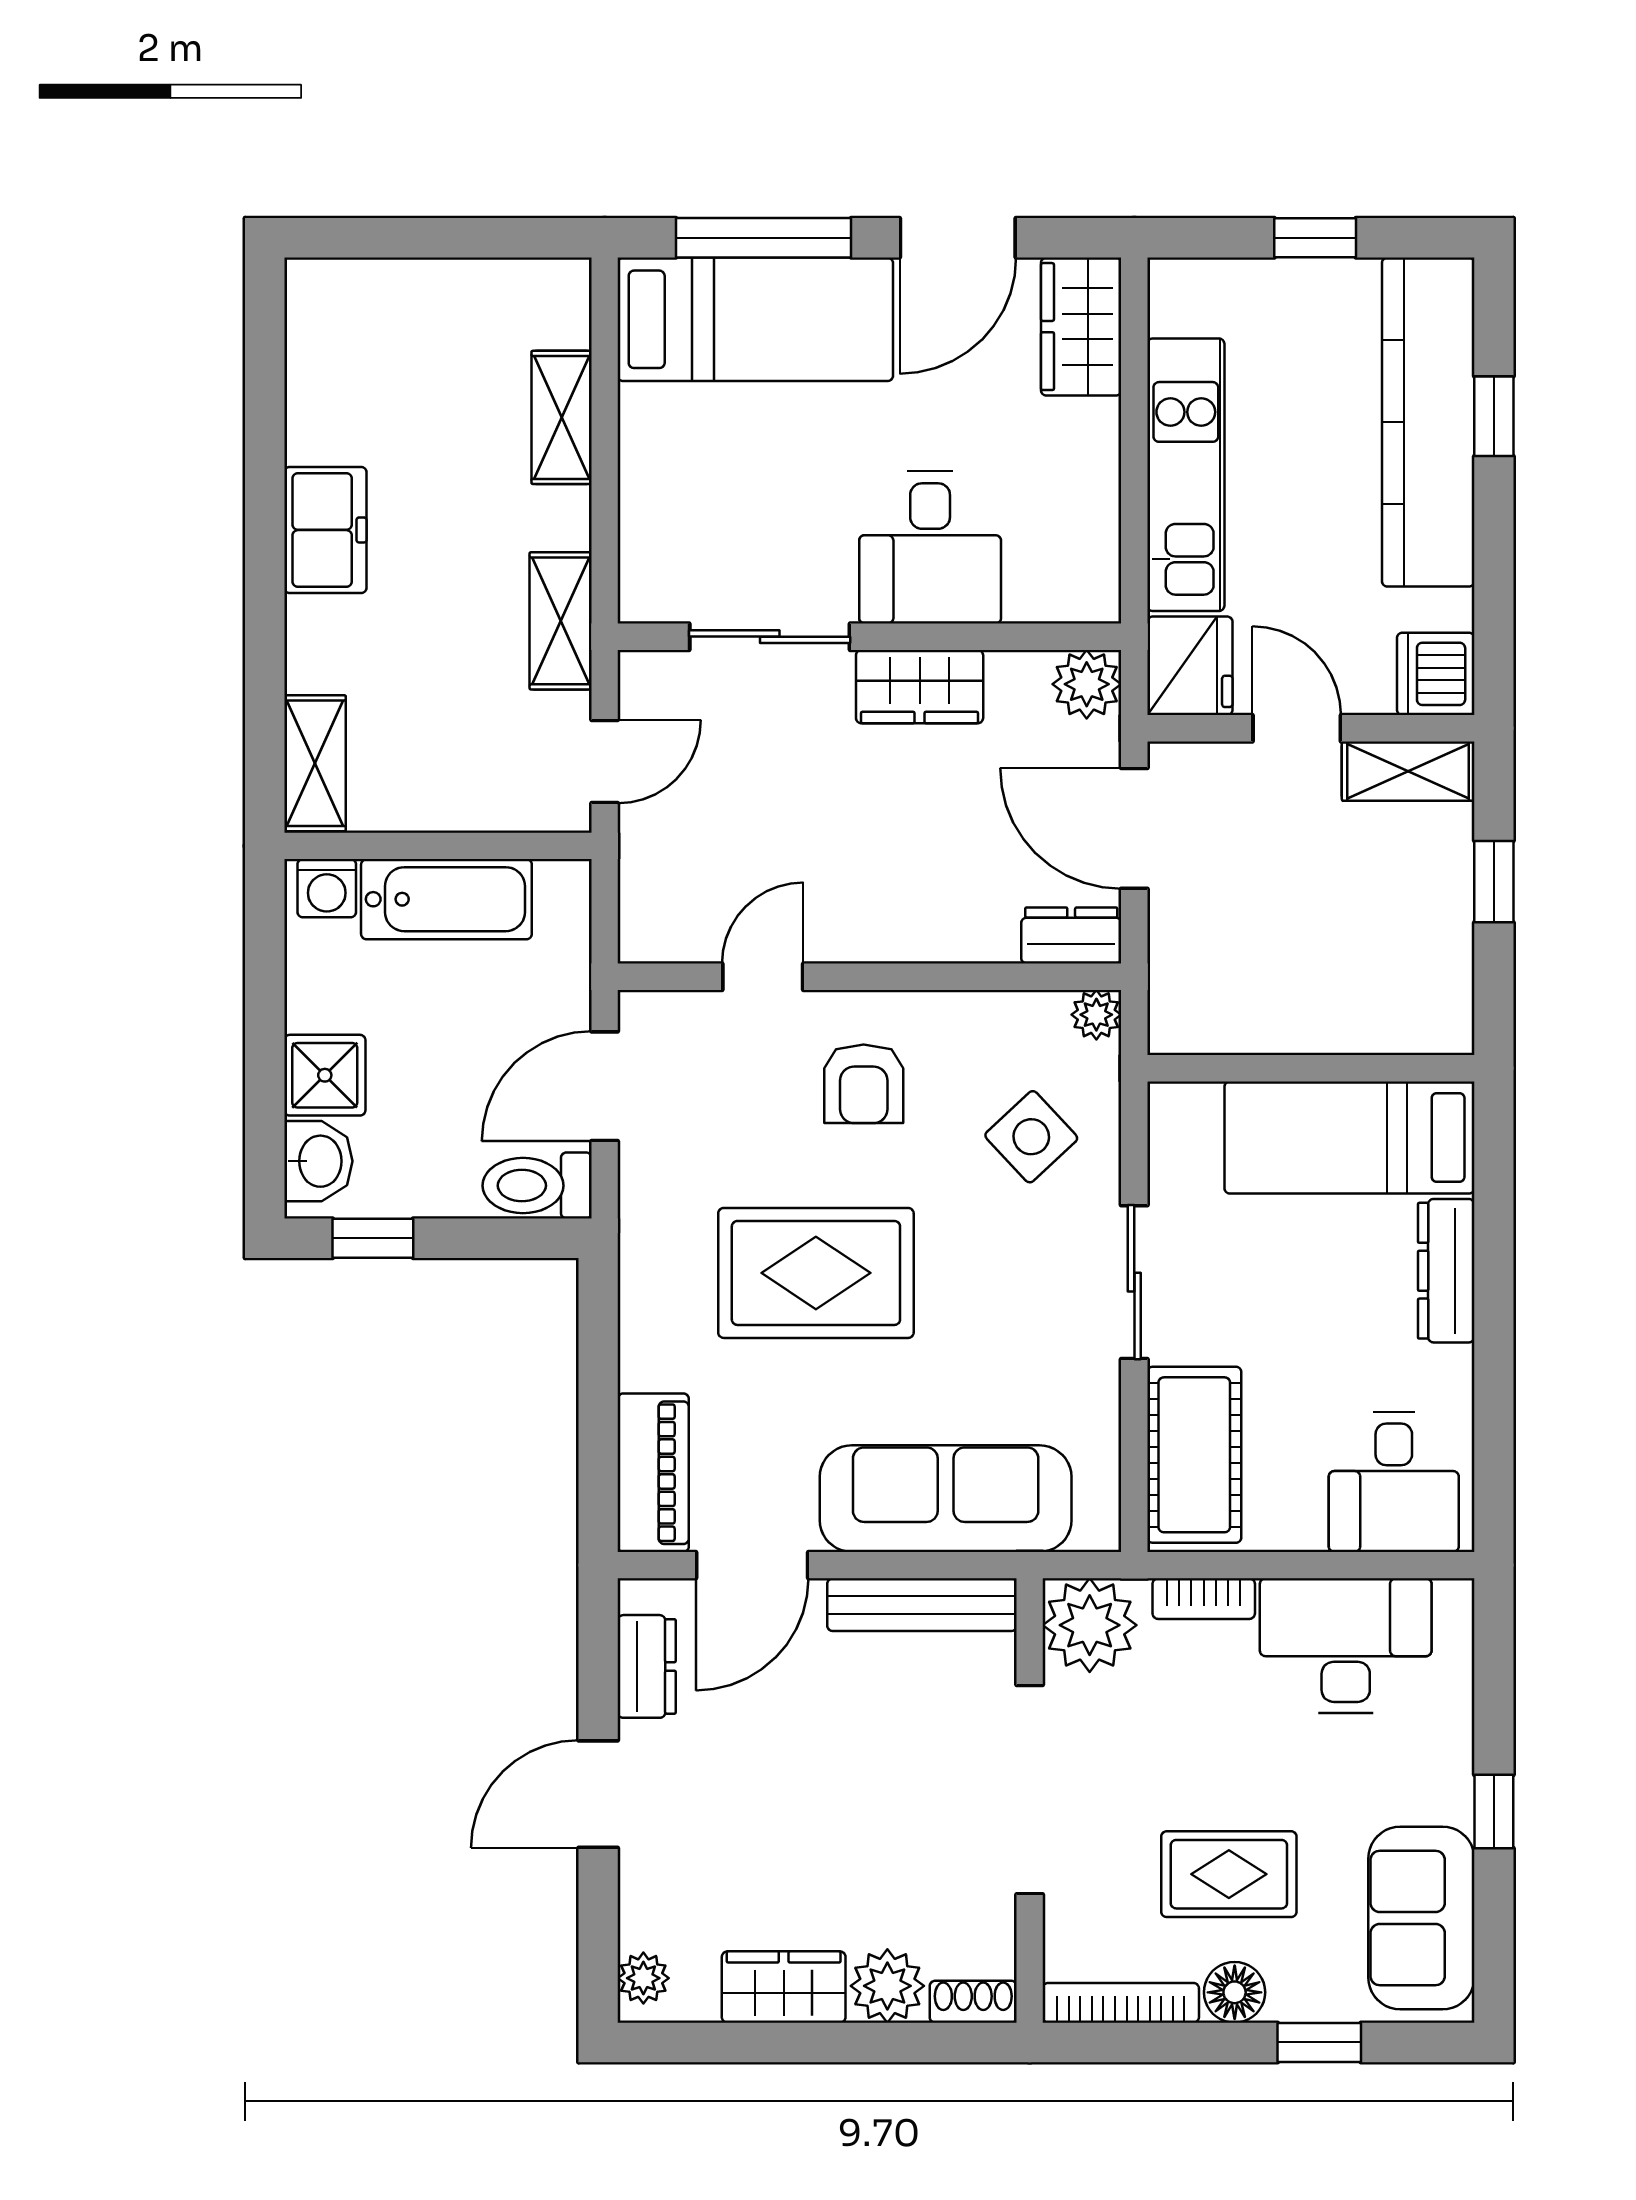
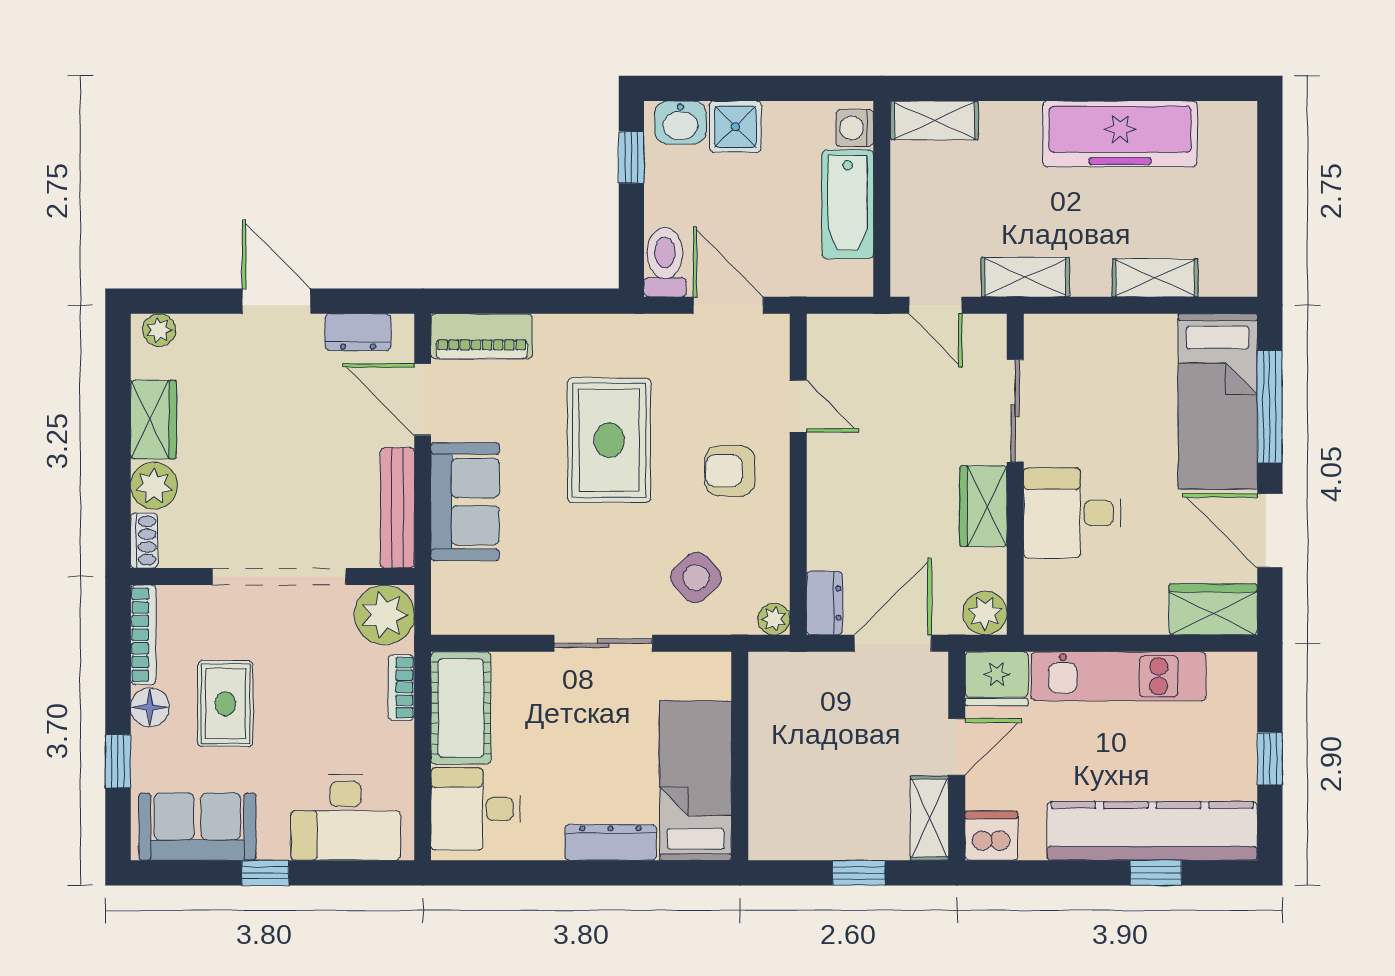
freezer: (325, 530) -> (1120, 134), width x1.91, depth x1.26
cot: (1194, 1455) -> (461, 708), moved, turned 90
sofa: (946, 1499) -> (465, 502), width x0.73
desk: (1346, 1646) -> (346, 817), moved, turned 90

